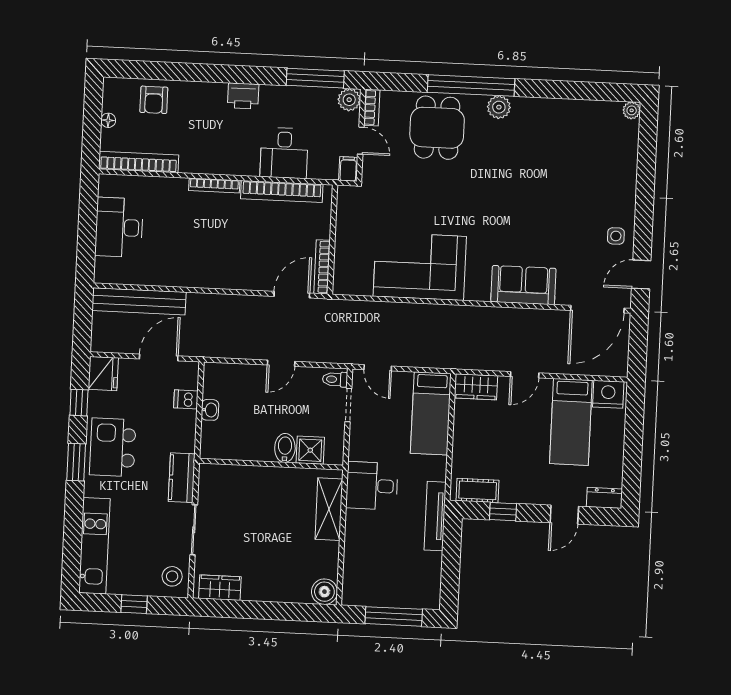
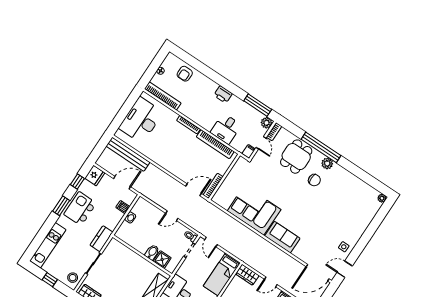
chair: (494, 150) -> (314, 180), added
desk: (119, 227) -> (141, 120), width x1.36, depth x1.30
sofa: (523, 285) -> (282, 237), moved

